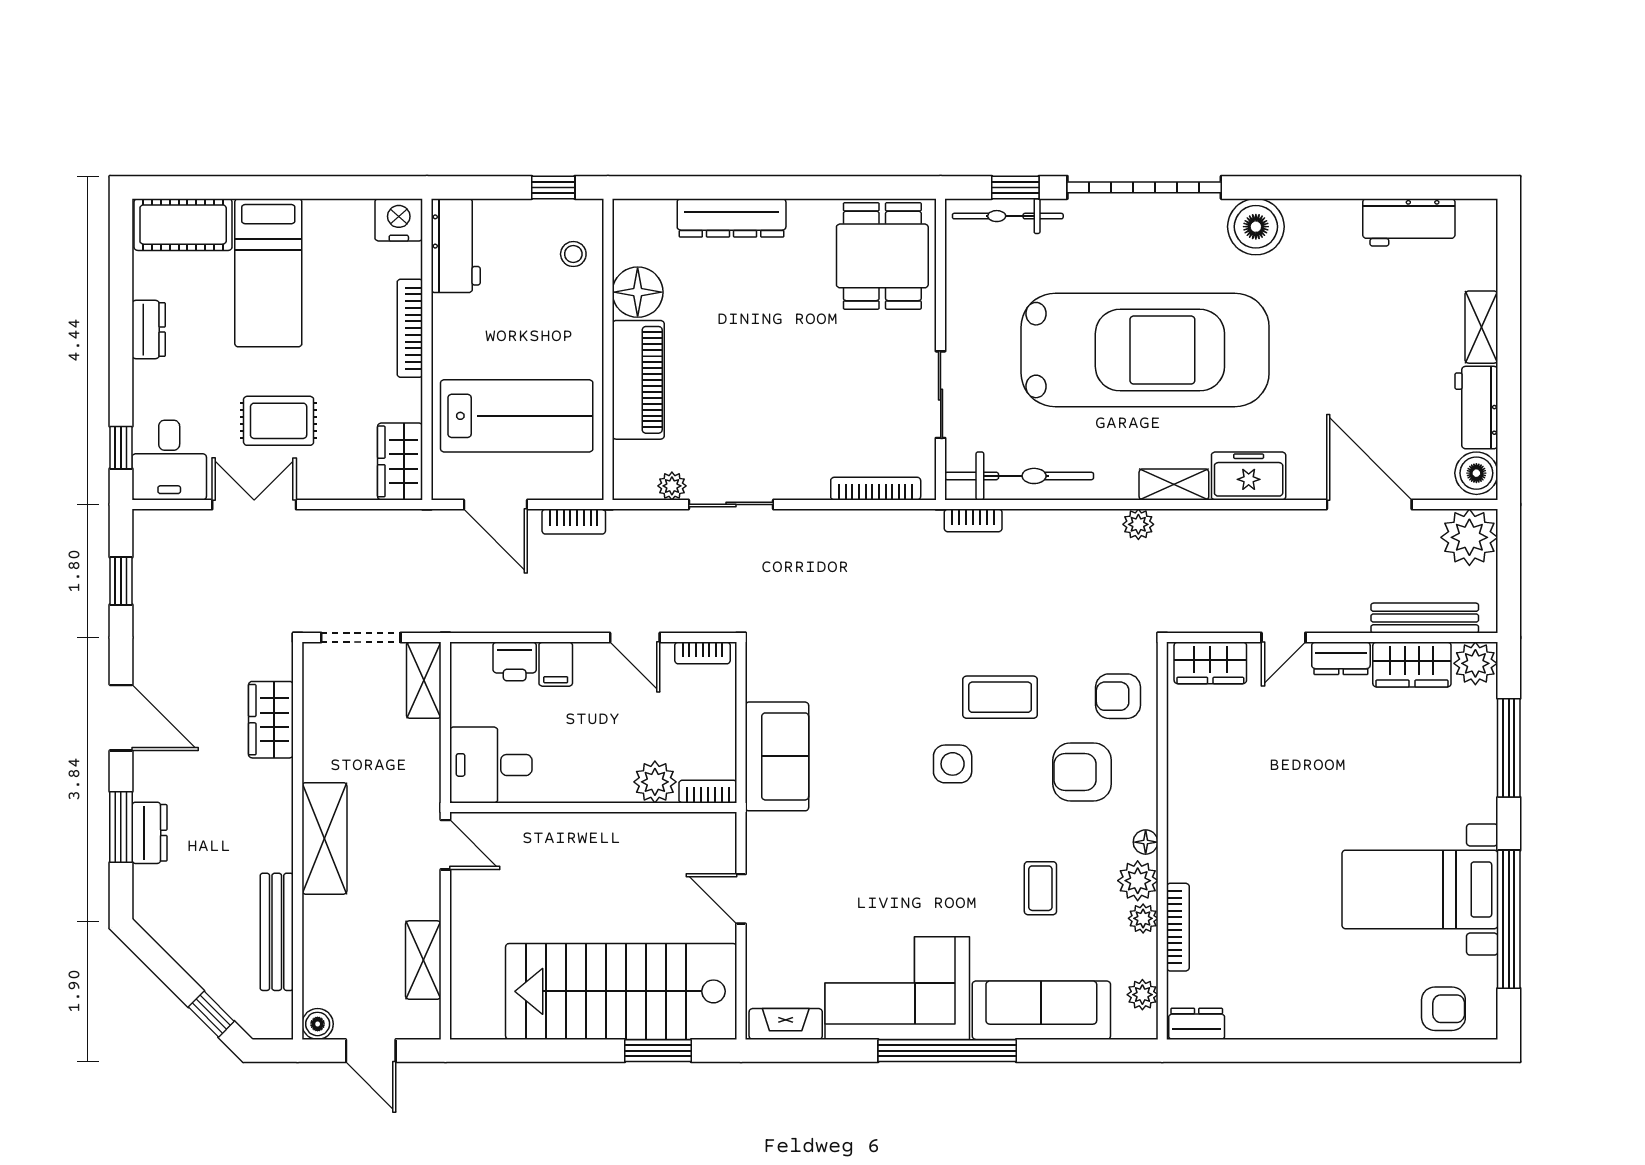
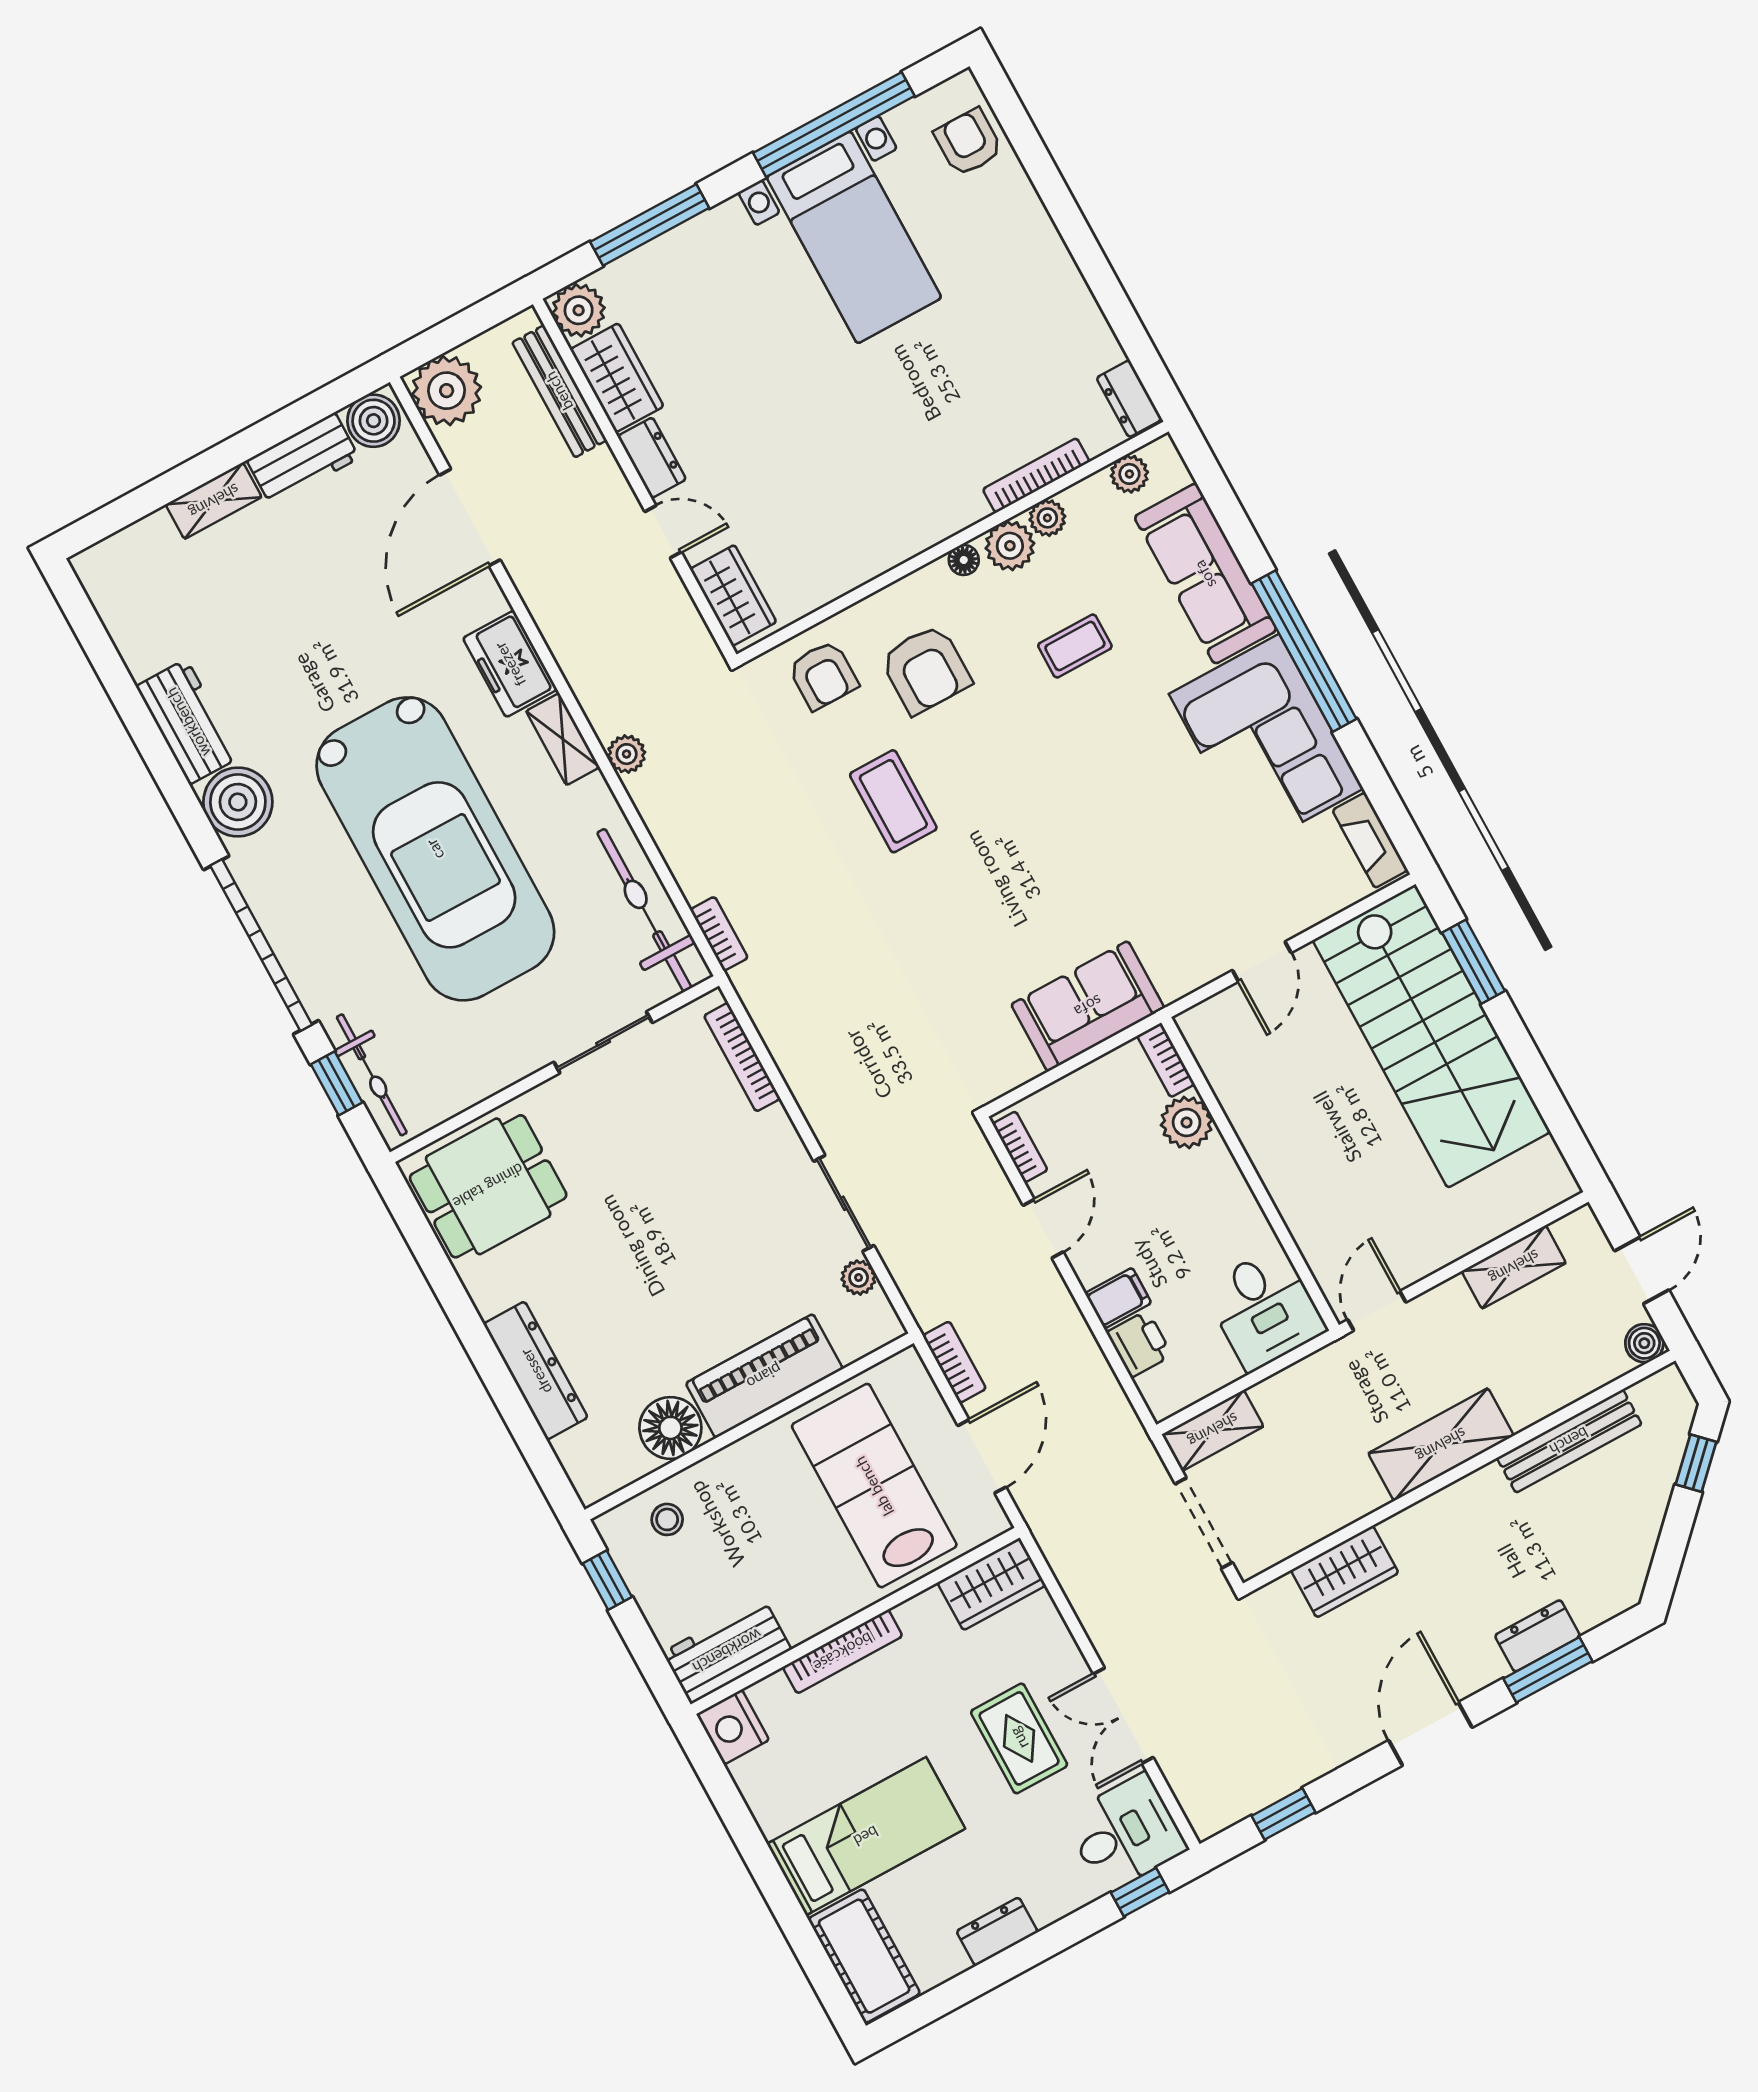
workbench: (1409, 222) -> (188, 722), moved
car: (1145, 350) -> (435, 849), turned 180
side table: (953, 764) -> (993, 813), removed

